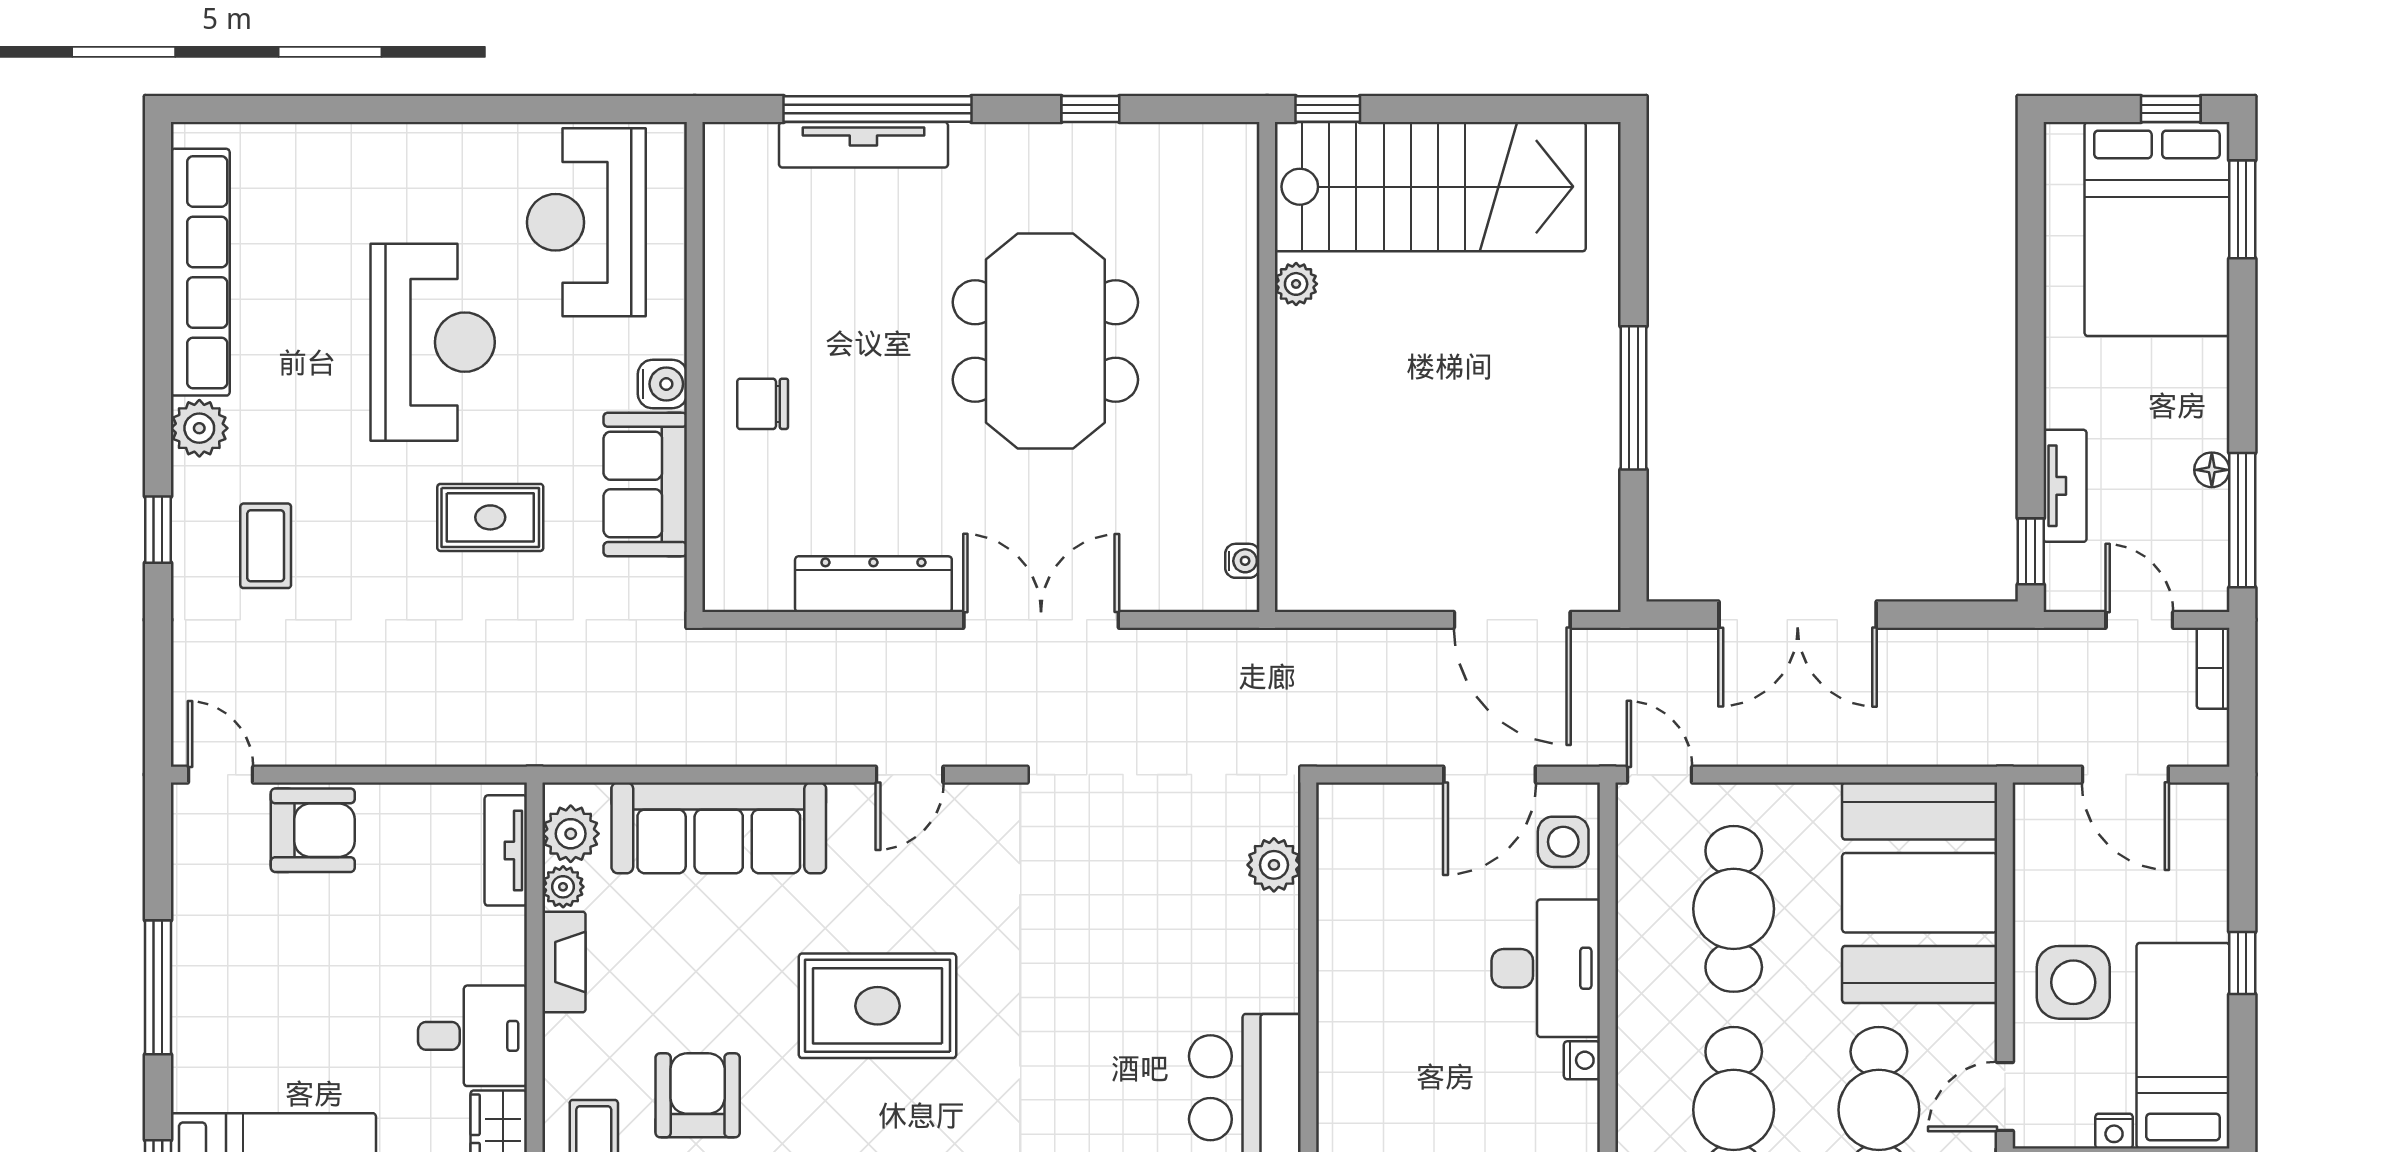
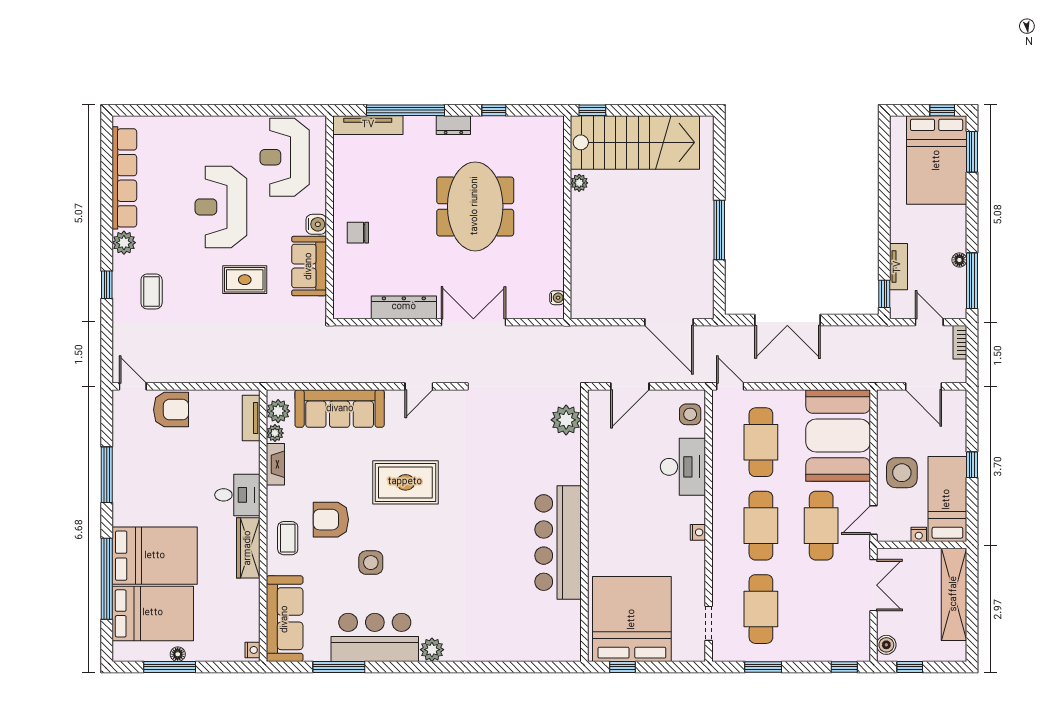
tv unit: (863, 145) -> (368, 125), moved
dresser: (993, 145) -> (453, 125), added
reception desk: (433, 342) -> (221, 207), turned 180
door: (1490, 775) -> (630, 386), moved
plant: (1274, 865) -> (566, 420), width x1.36, depth x1.36
nightstand: (1582, 1060) -> (698, 532), moved
armchair: (698, 1095) -> (331, 520), turned -90

